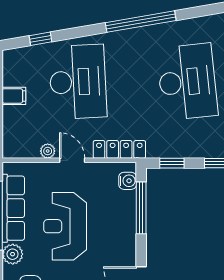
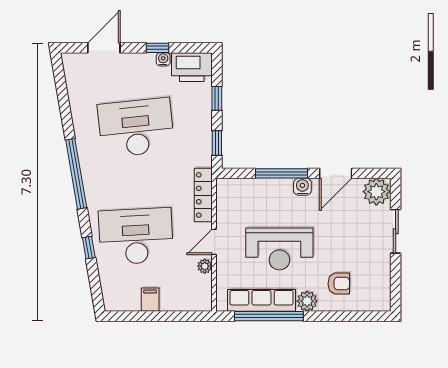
window: (41, 39) -> (89, 248), moved
water cooler: (128, 181) -> (302, 187), moved
window: (141, 208) -> (282, 173), moved

